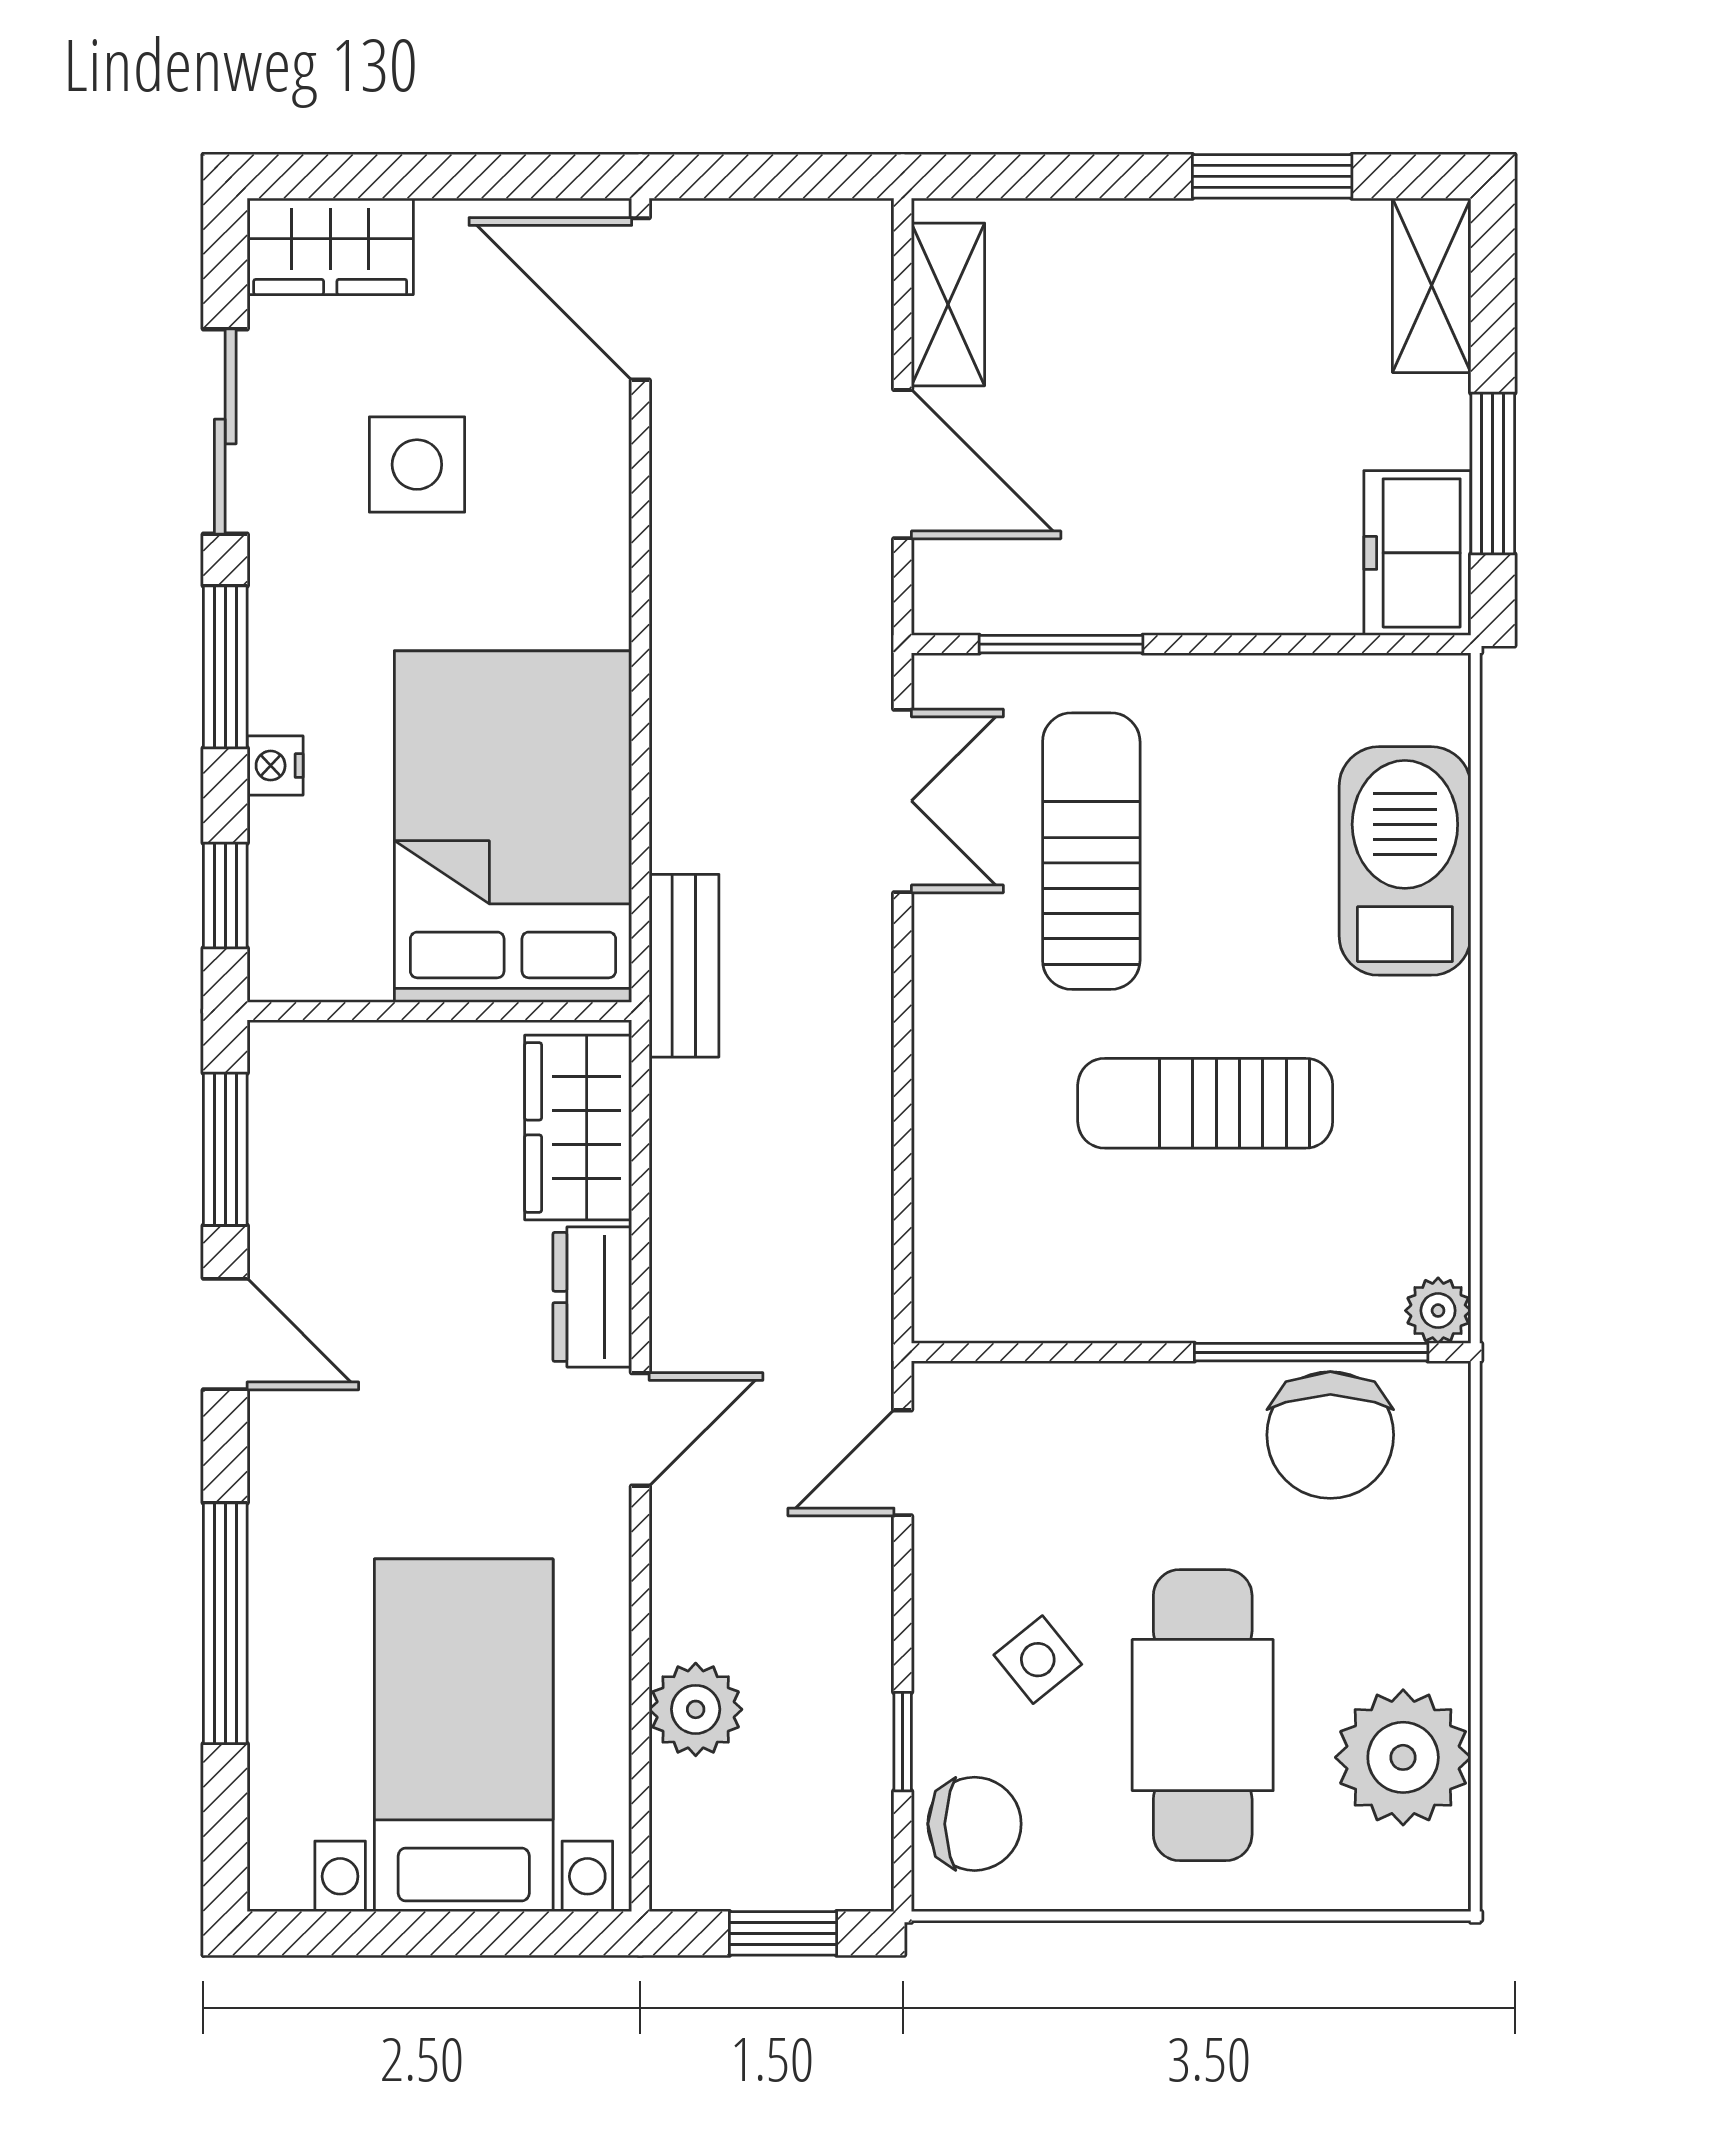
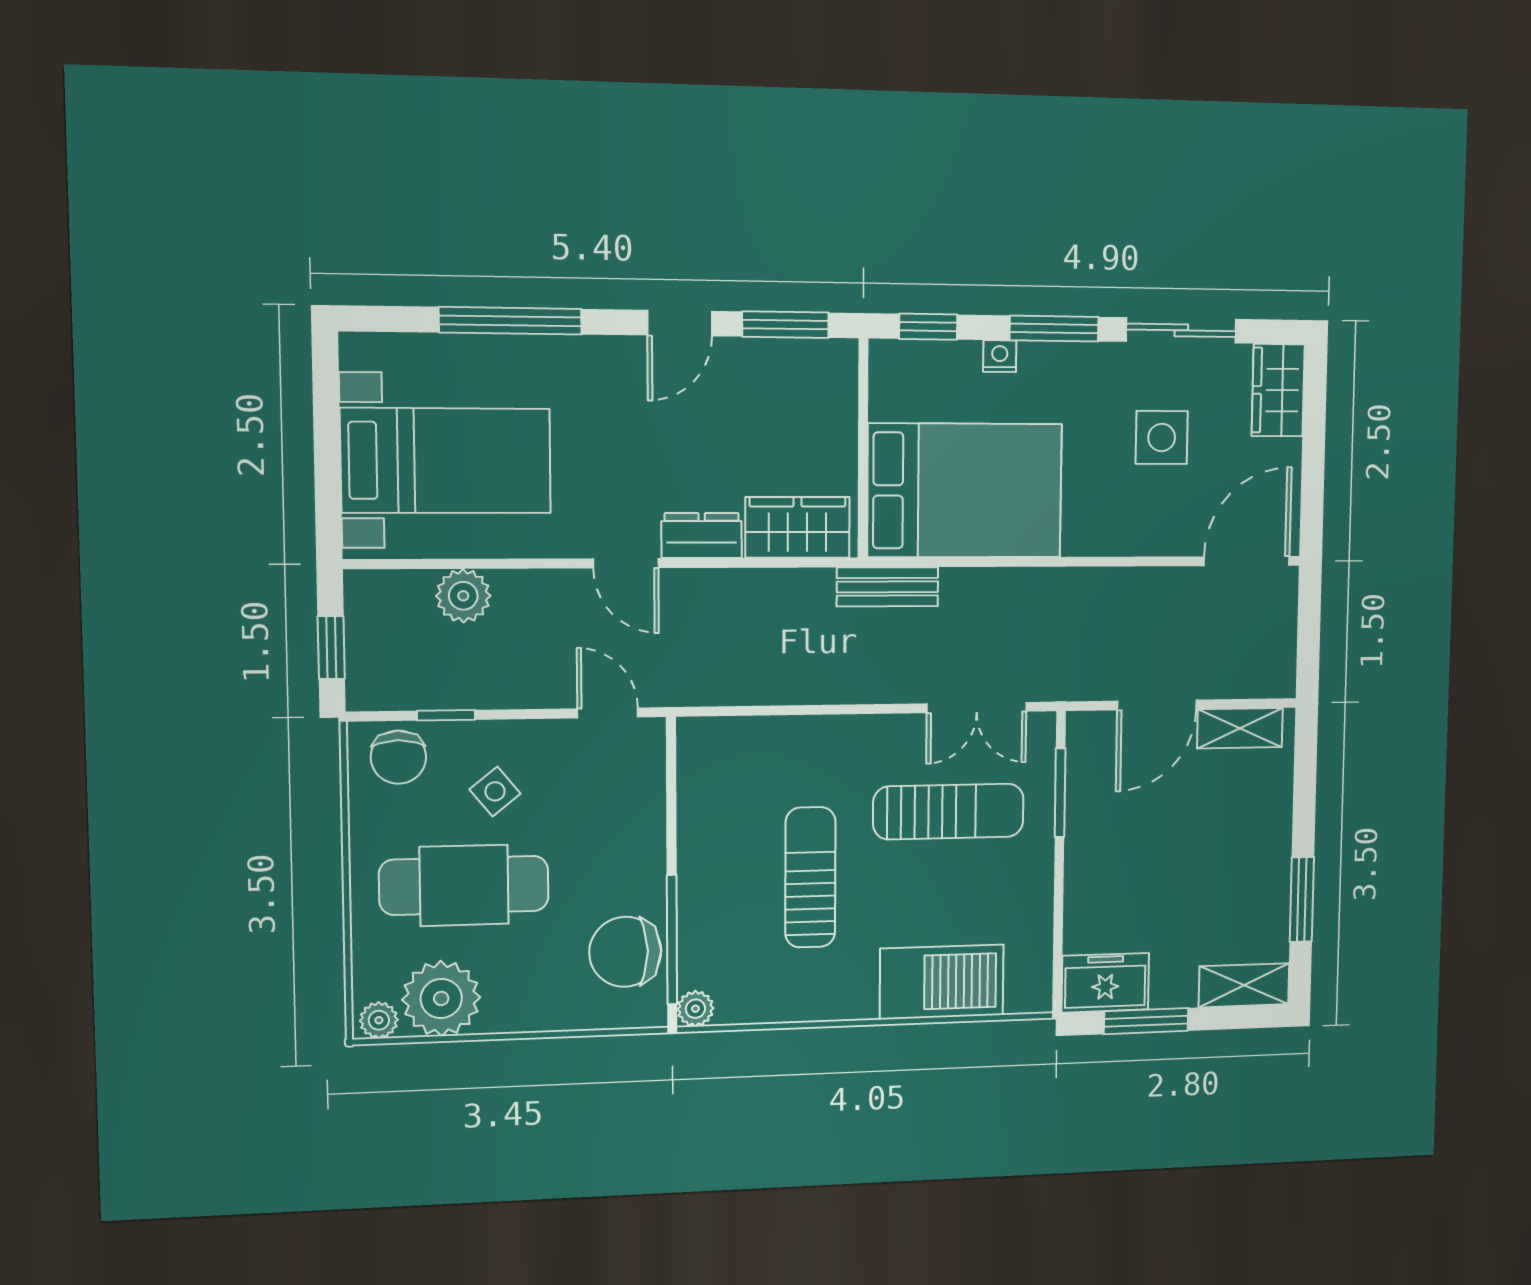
plant: (1438, 1865) -> (379, 1020), added

